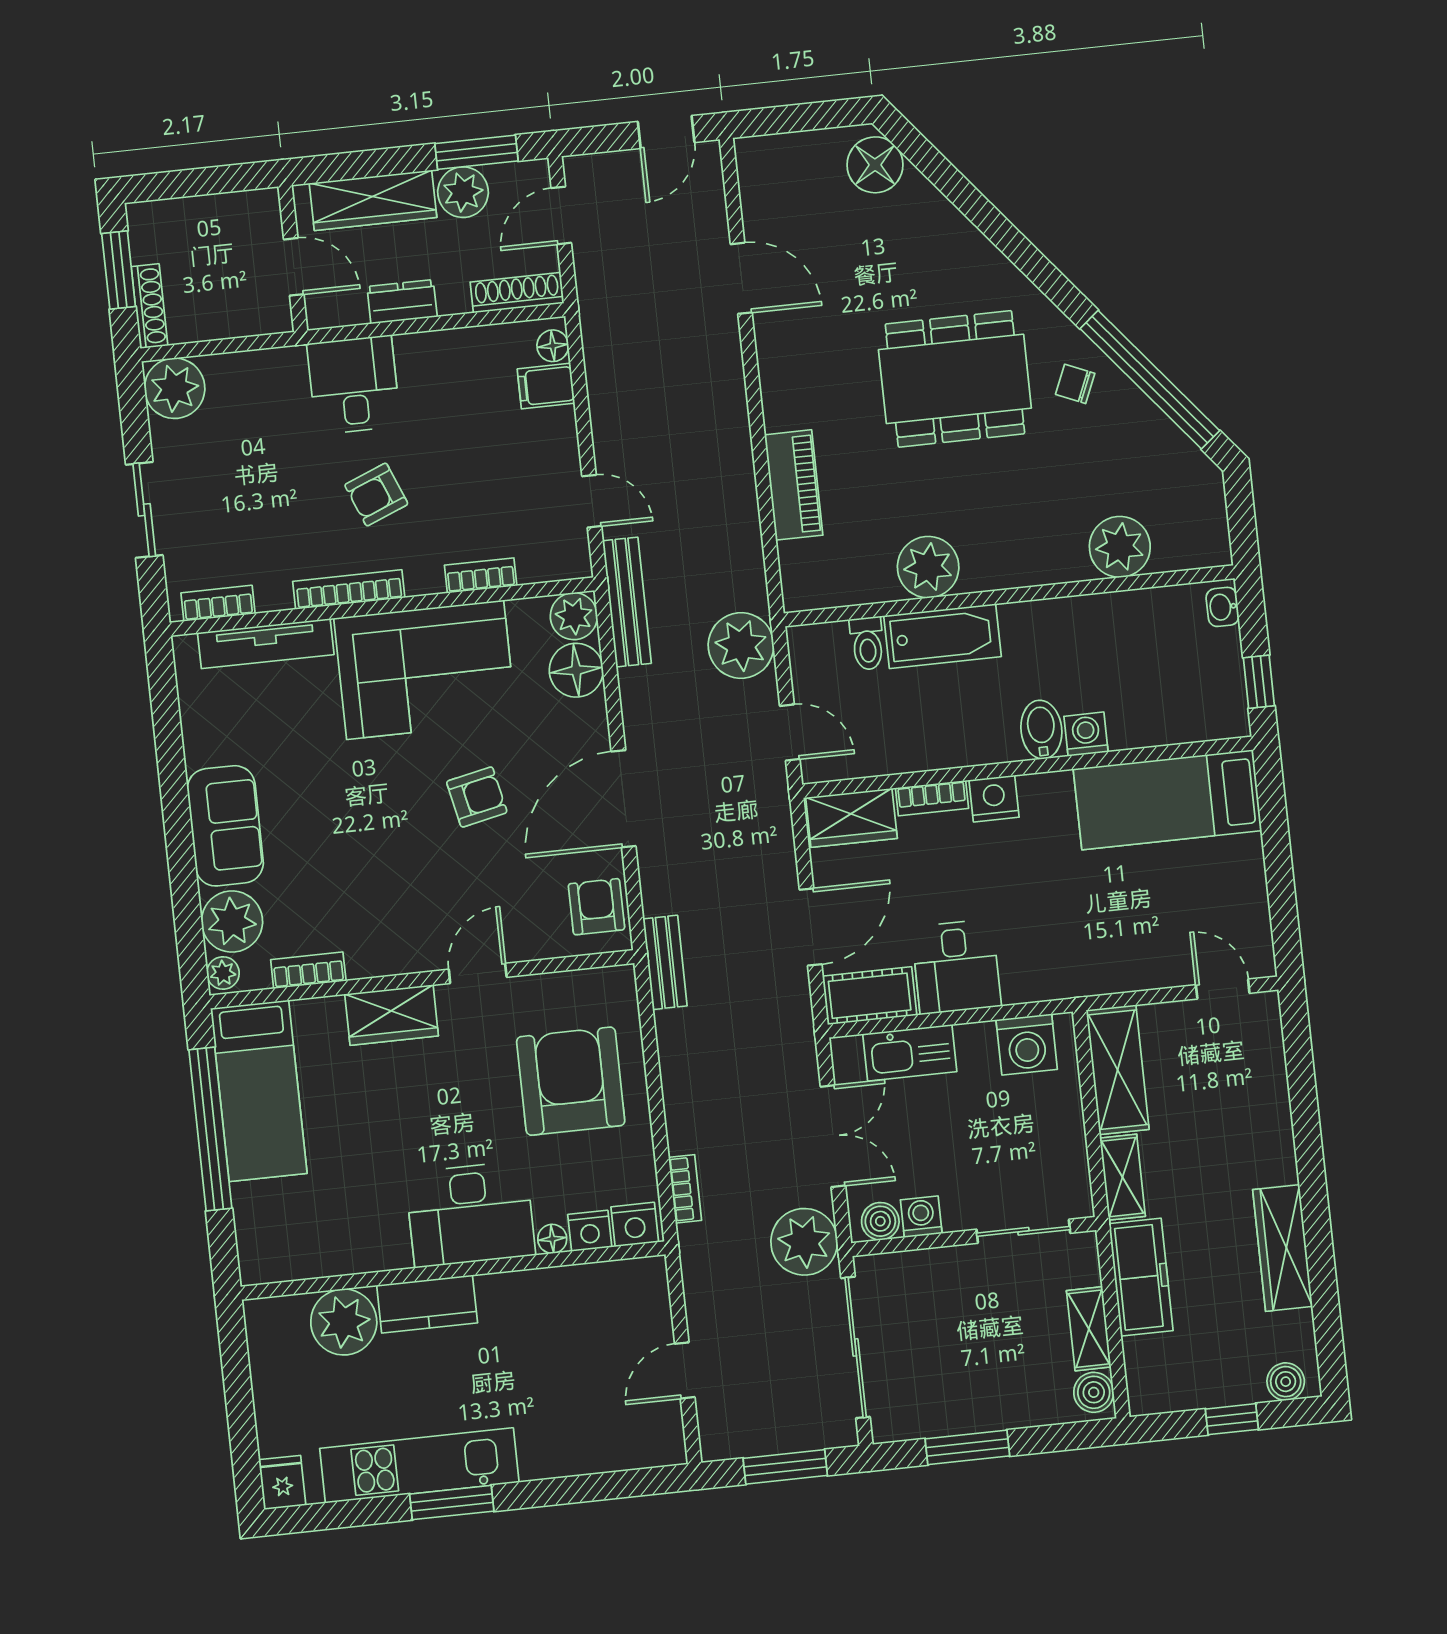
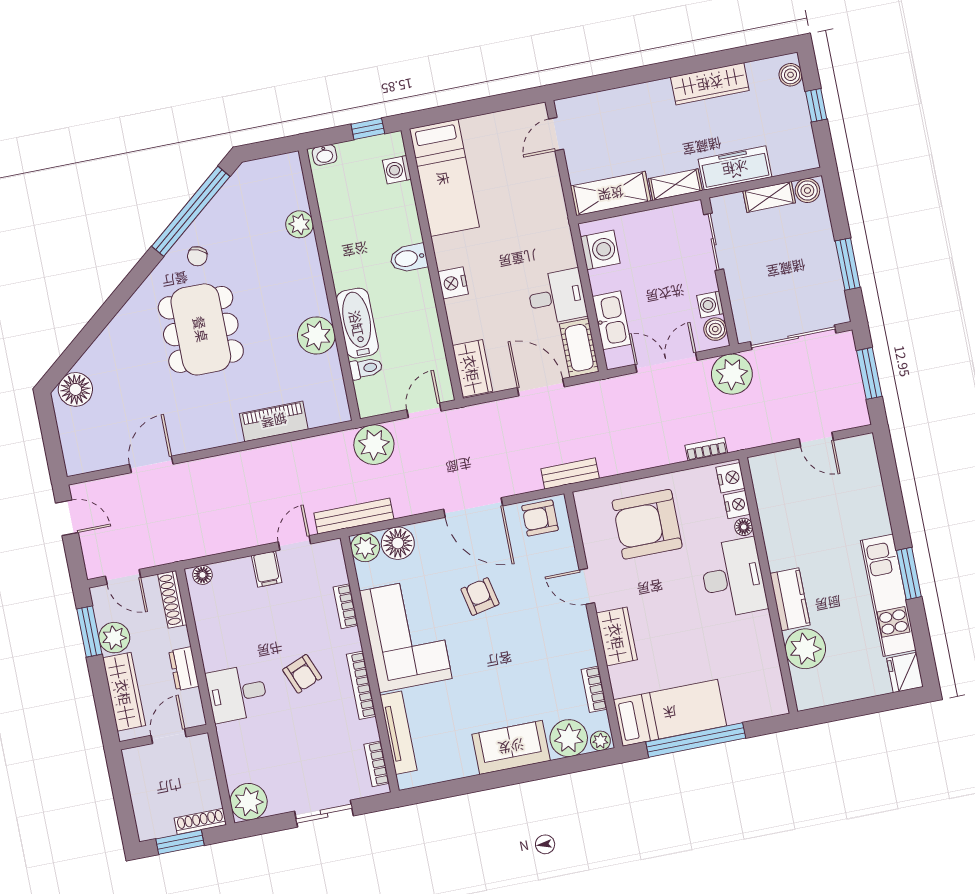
filing cabinet: (546, 386) -> (267, 569), moved
plant: (1120, 547) -> (299, 224), width x0.73, depth x0.73
washing machine: (1086, 734) -> (397, 170), moved
bookcase: (932, 798) -> (456, 321), removed
fridge: (282, 1482) -> (905, 673), width x1.38

